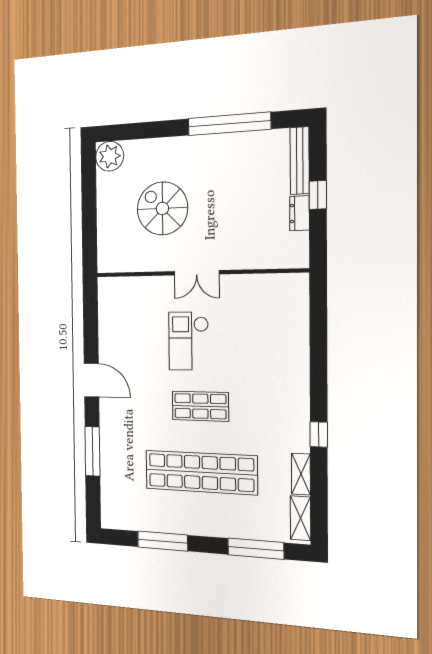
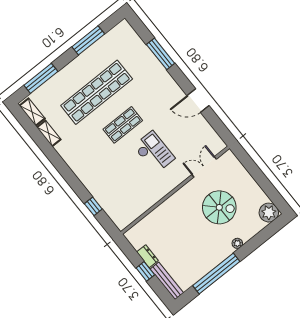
plant: (174, 145) -> (237, 243), added
double door: (197, 273) -> (204, 167), moved
door: (91, 380) -> (198, 101), moved
window: (319, 434) -> (93, 206), moved

